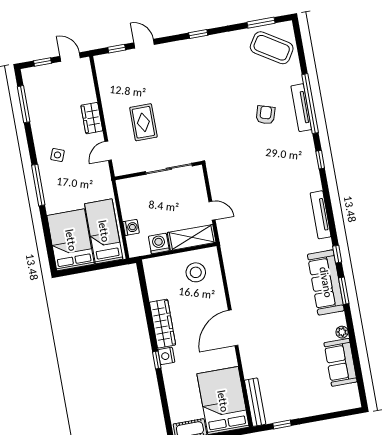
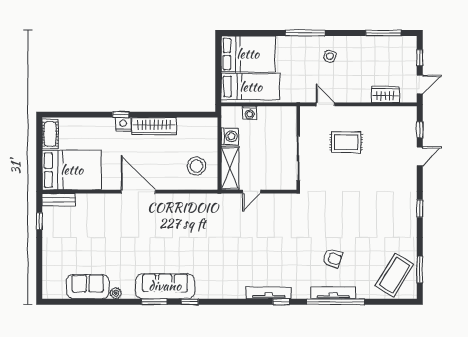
wardrobe: (92, 118) -> (385, 94), moved
tv unit: (321, 215) -> (269, 293), moved
bench: (255, 402) -> (59, 200), width x0.73

